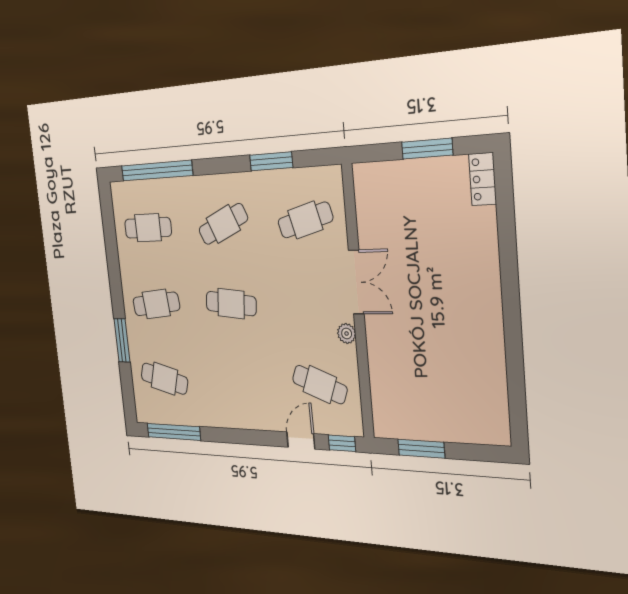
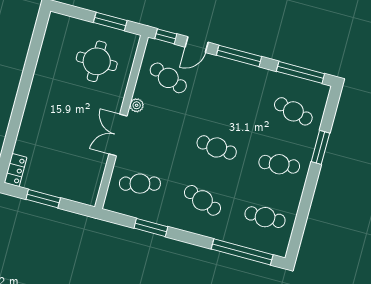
cafe table: (223, 224) -> (202, 200), turned 45
round table: (420, 384) -> (97, 61), added
window: (247, 437) -> (239, 56), added

